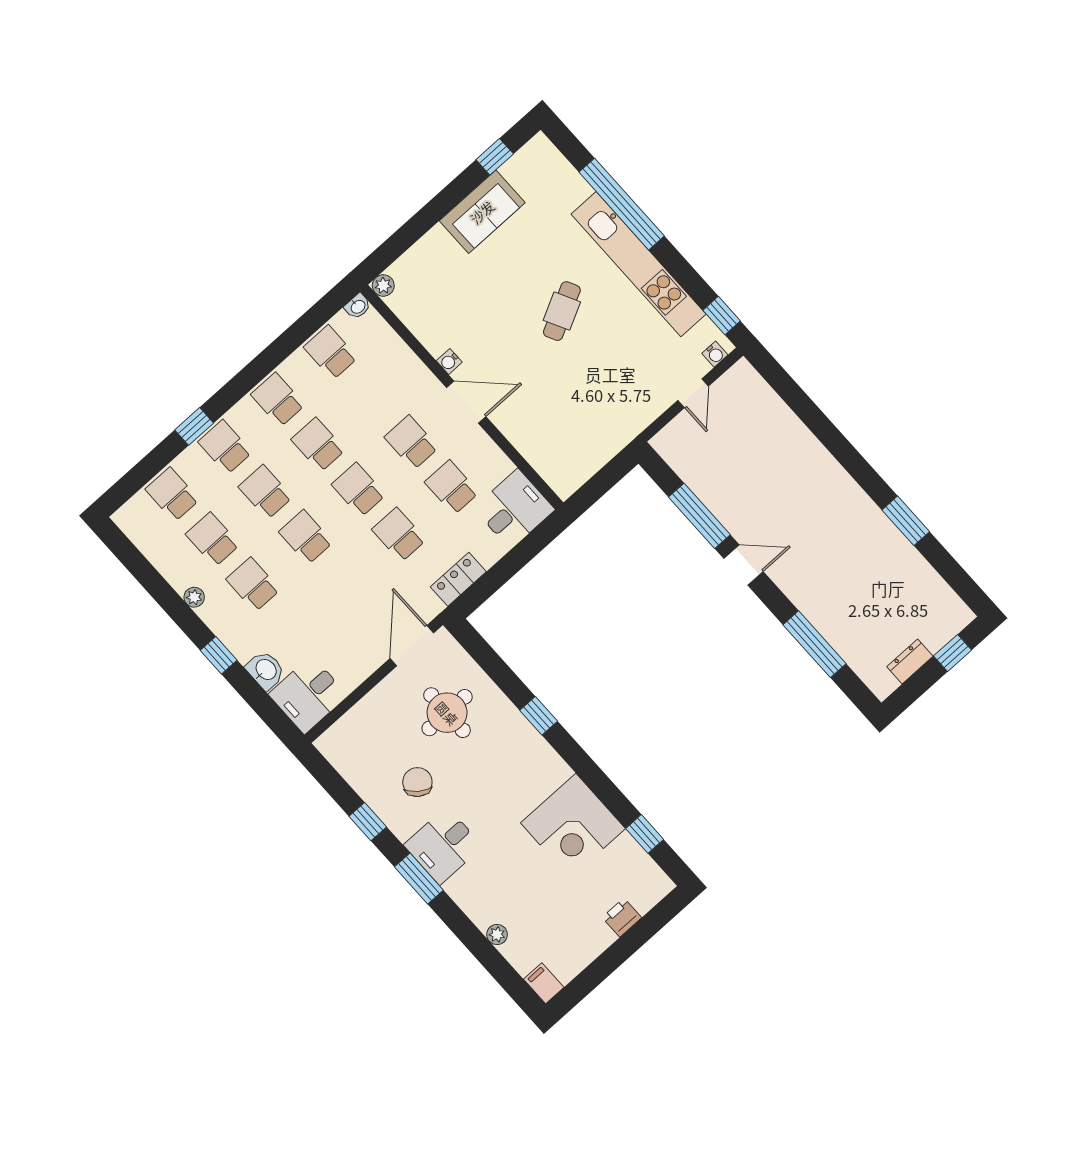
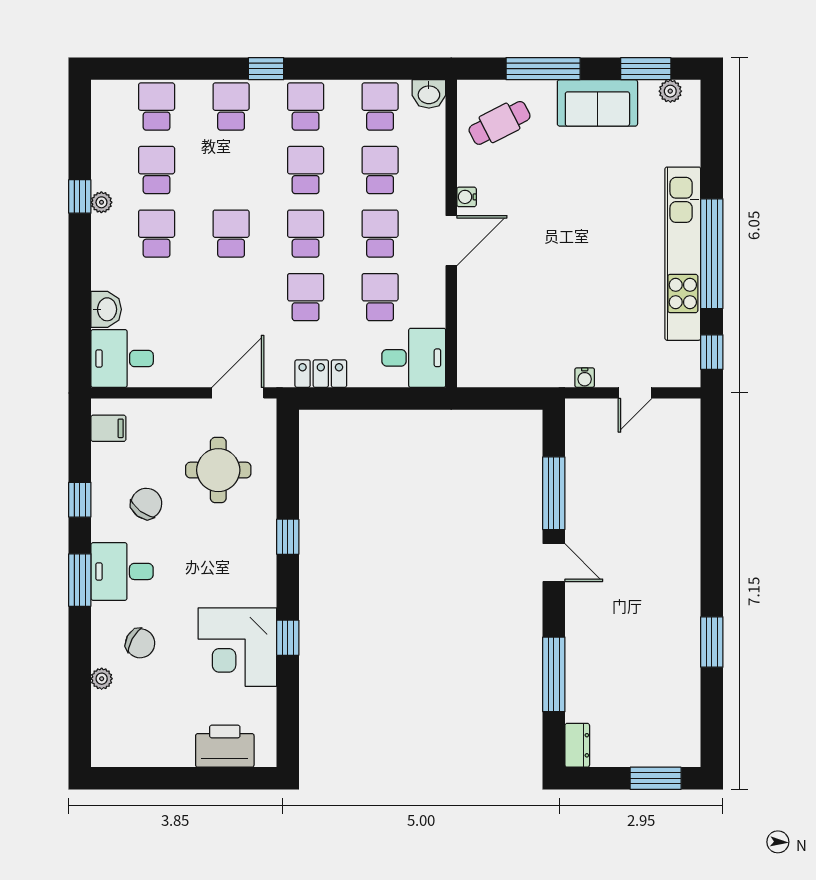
window: (495, 157) -> (646, 69), width x1.50
window: (622, 204) -> (712, 254), moved
window: (422, 222) -> (543, 69), added
plant: (383, 285) -> (670, 91), moved
washbasin: (358, 306) -> (429, 94), width x1.38, depth x1.45
cafe table: (562, 311) -> (500, 123), moved
water cooler: (715, 354) -> (585, 378), moved
door: (466, 402) -> (451, 241), hinge flipped
window: (194, 426) -> (266, 69), moved
school desk: (265, 492) -> (380, 170), moved
window: (953, 653) -> (656, 778), width x1.50
window: (219, 655) -> (80, 196), moved
dresser: (910, 661) -> (577, 745), moved, turned 90
window: (645, 834) -> (288, 638), moved
chair: (502, 885) -> (140, 643), added
printer: (622, 918) -> (225, 746), width x1.87, depth x1.48
filing cabinet: (544, 983) -> (108, 428), moved, turned 90

